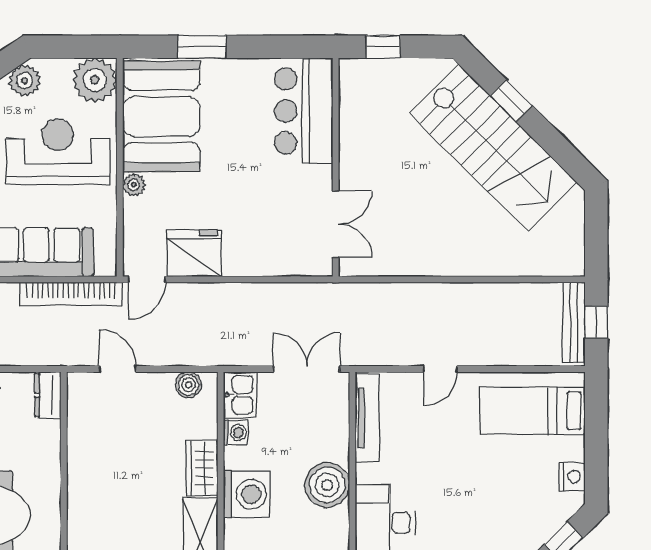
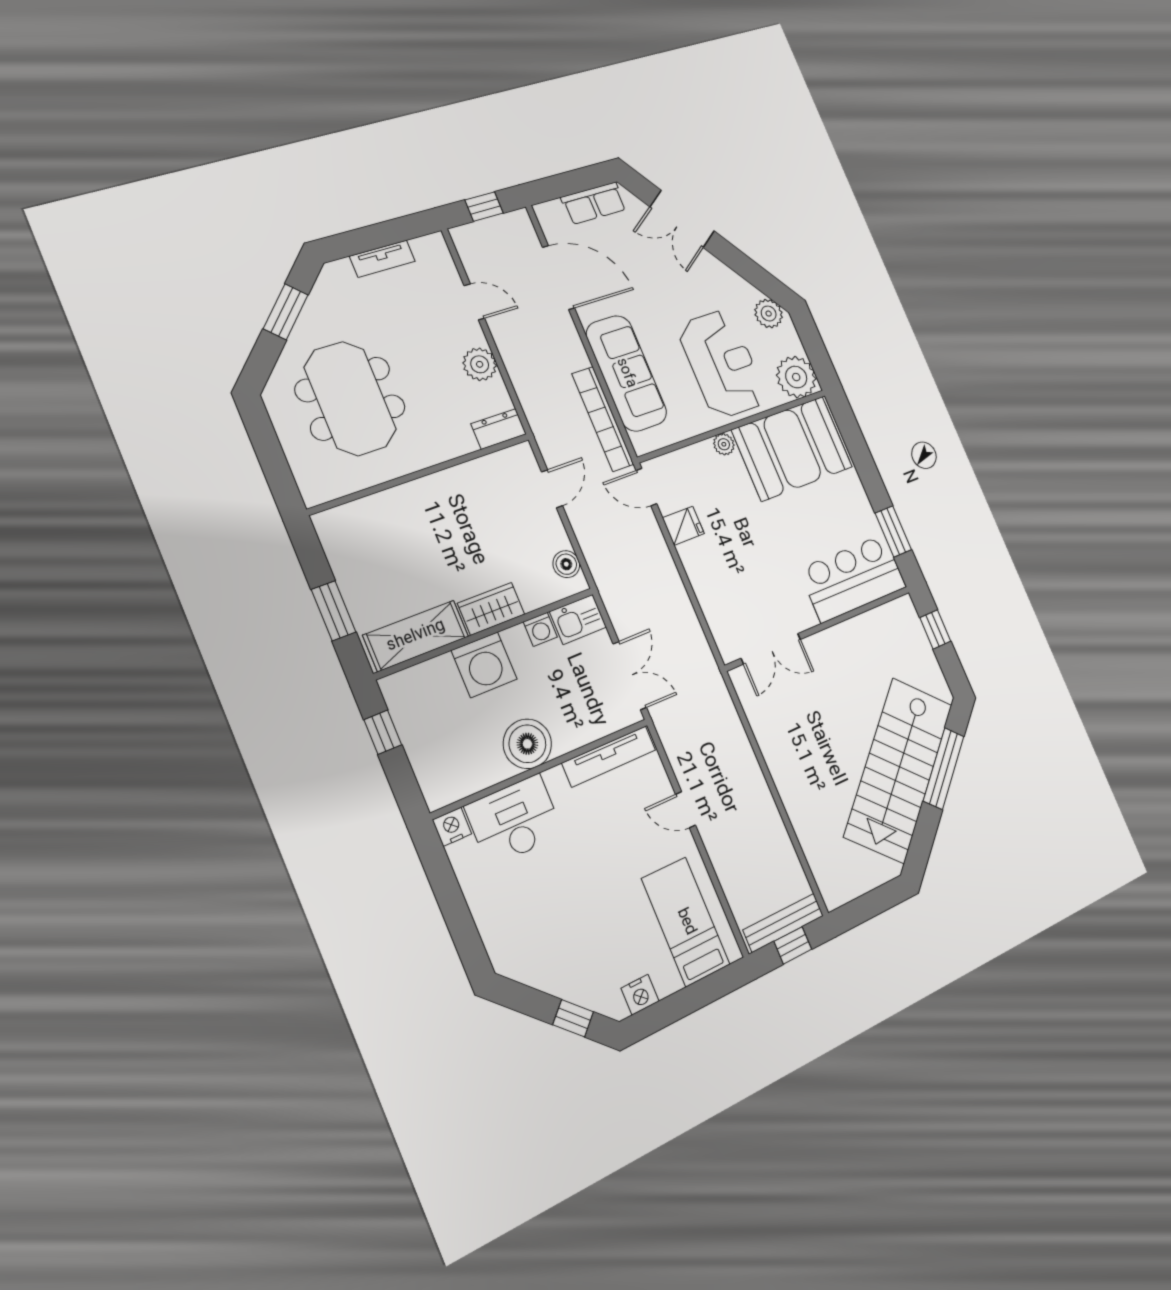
window: (202, 47) -> (893, 531), moved
window: (511, 101) -> (944, 768), width x2.17
fridge: (194, 253) -> (683, 526), width x0.53, depth x0.75

